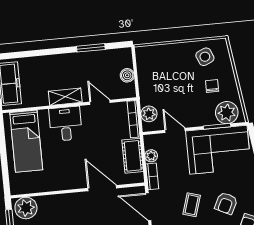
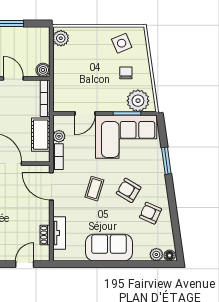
boiler: (127, 75) -> (43, 70), moved
plant: (149, 114) -> (61, 38), moved
door: (175, 130) -> (85, 113), swing flipped
armchair: (226, 203) -> (129, 190), turned 95

